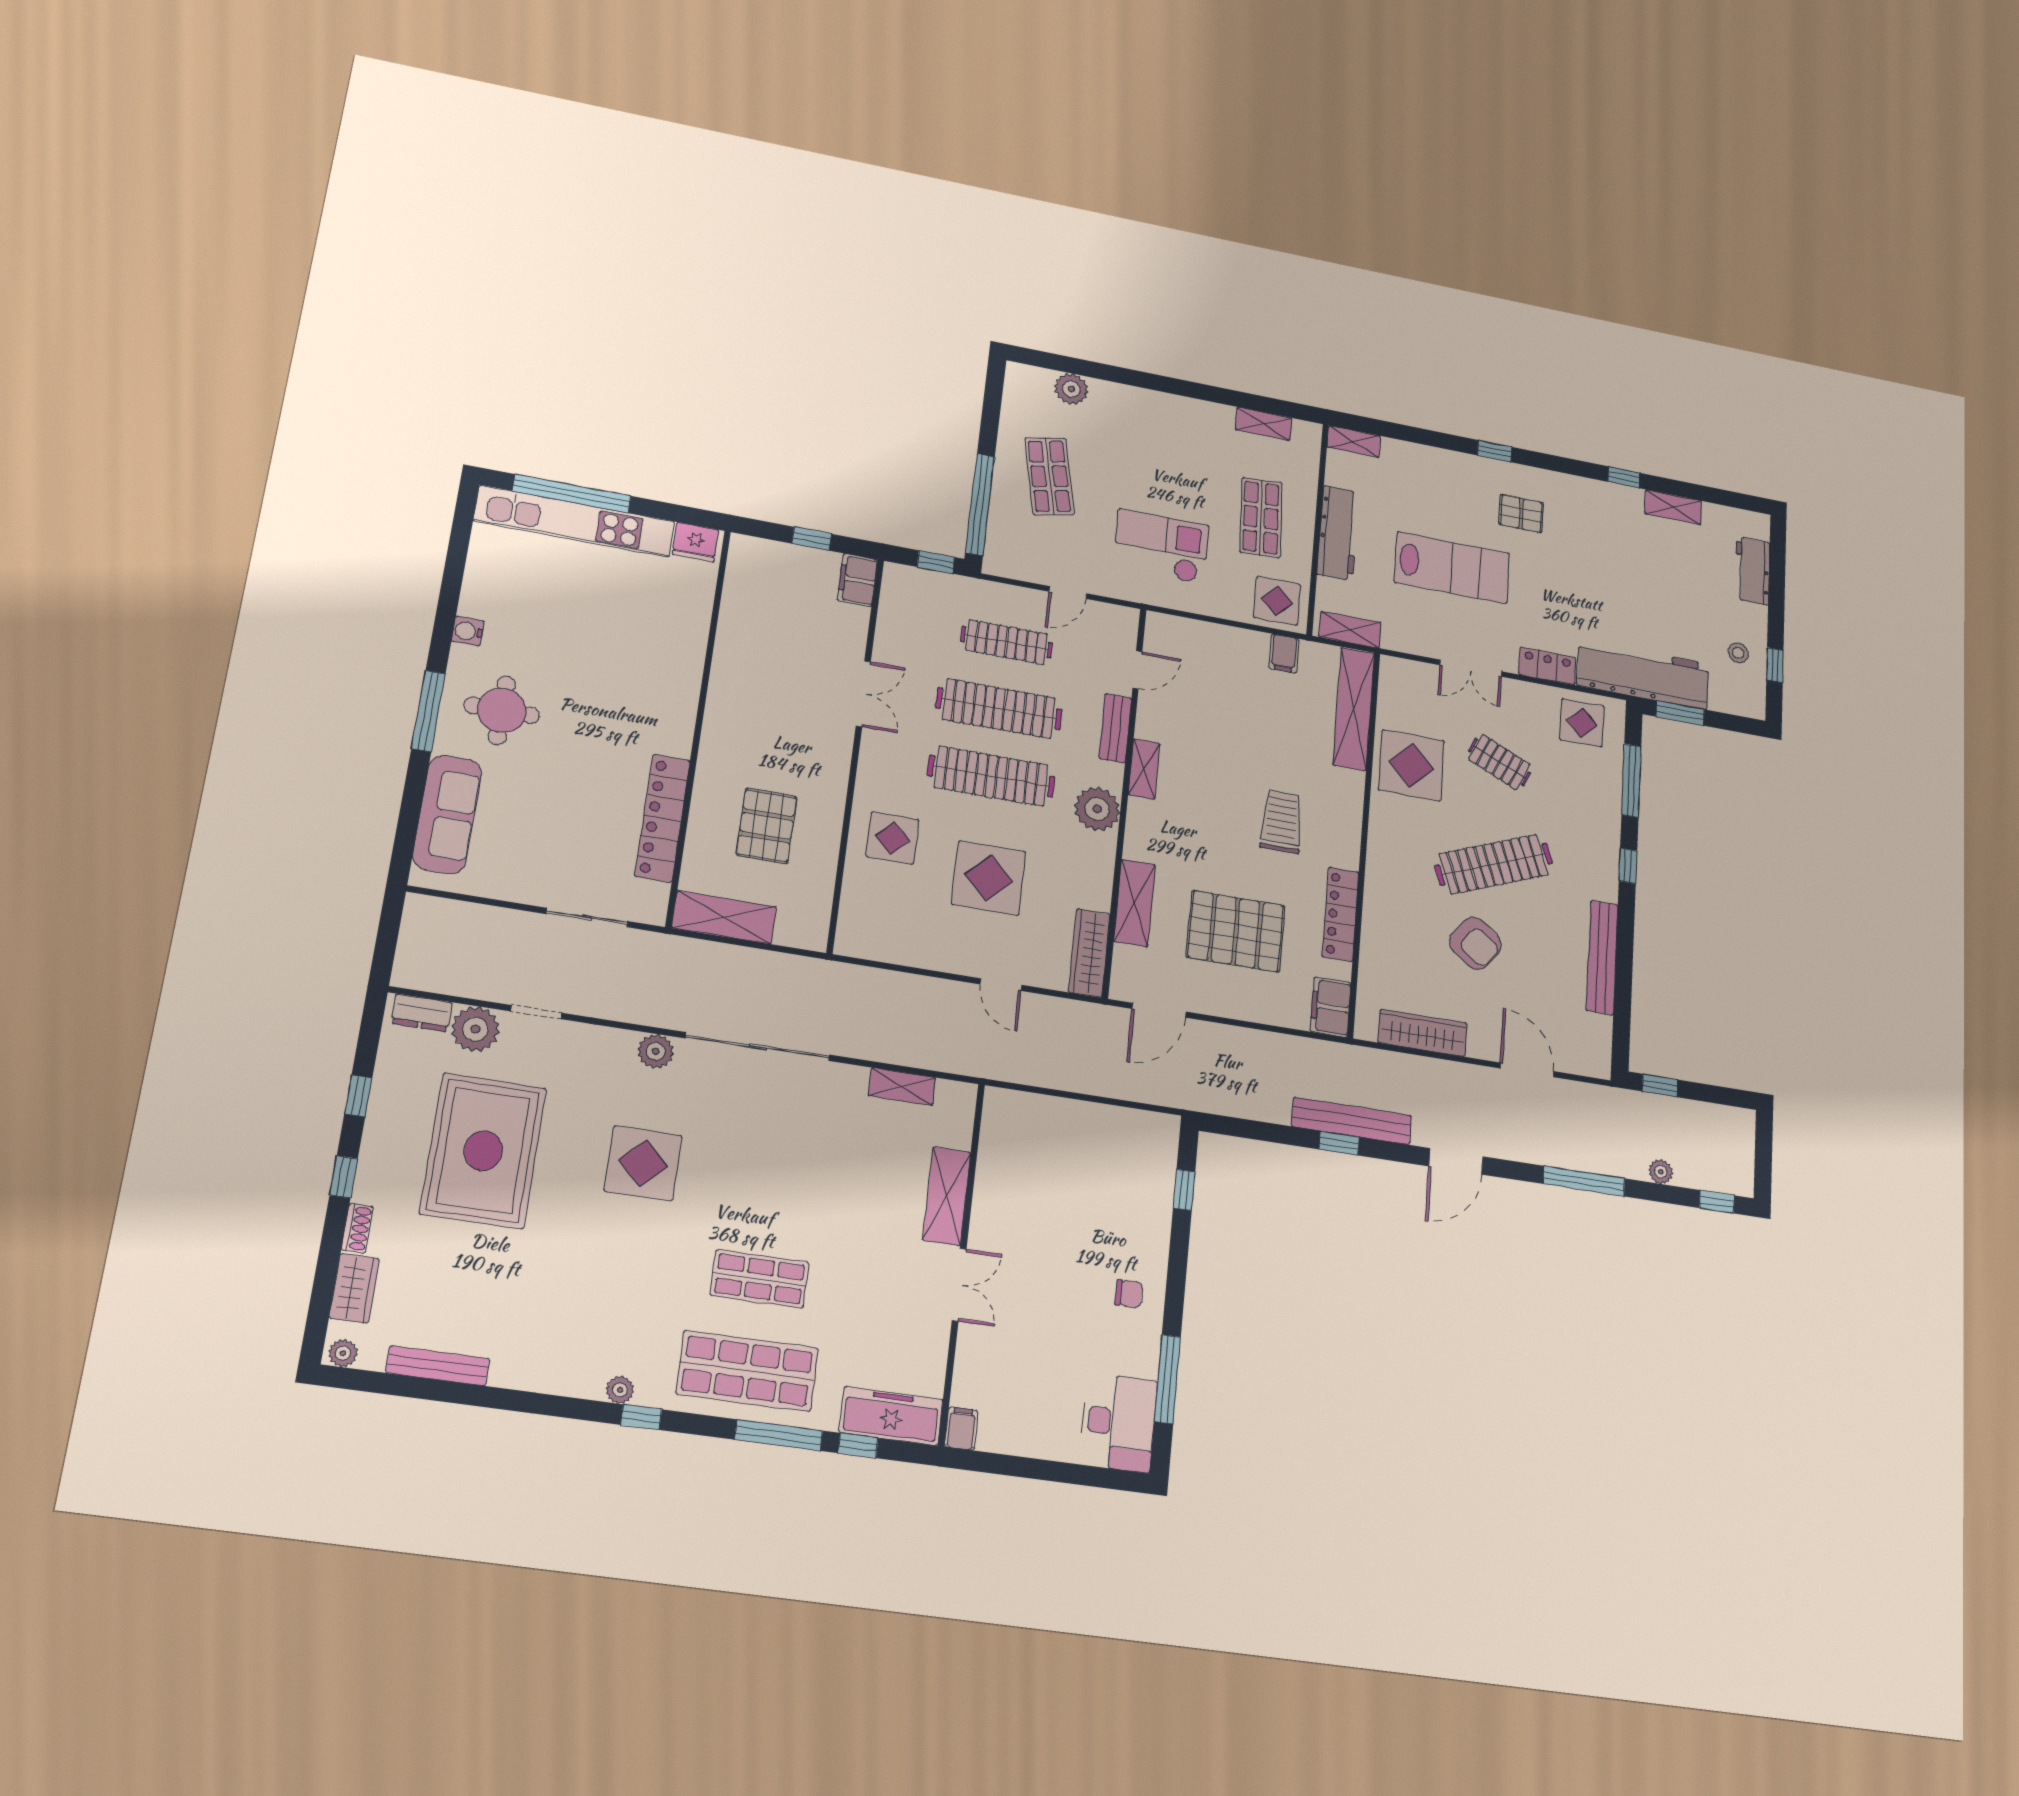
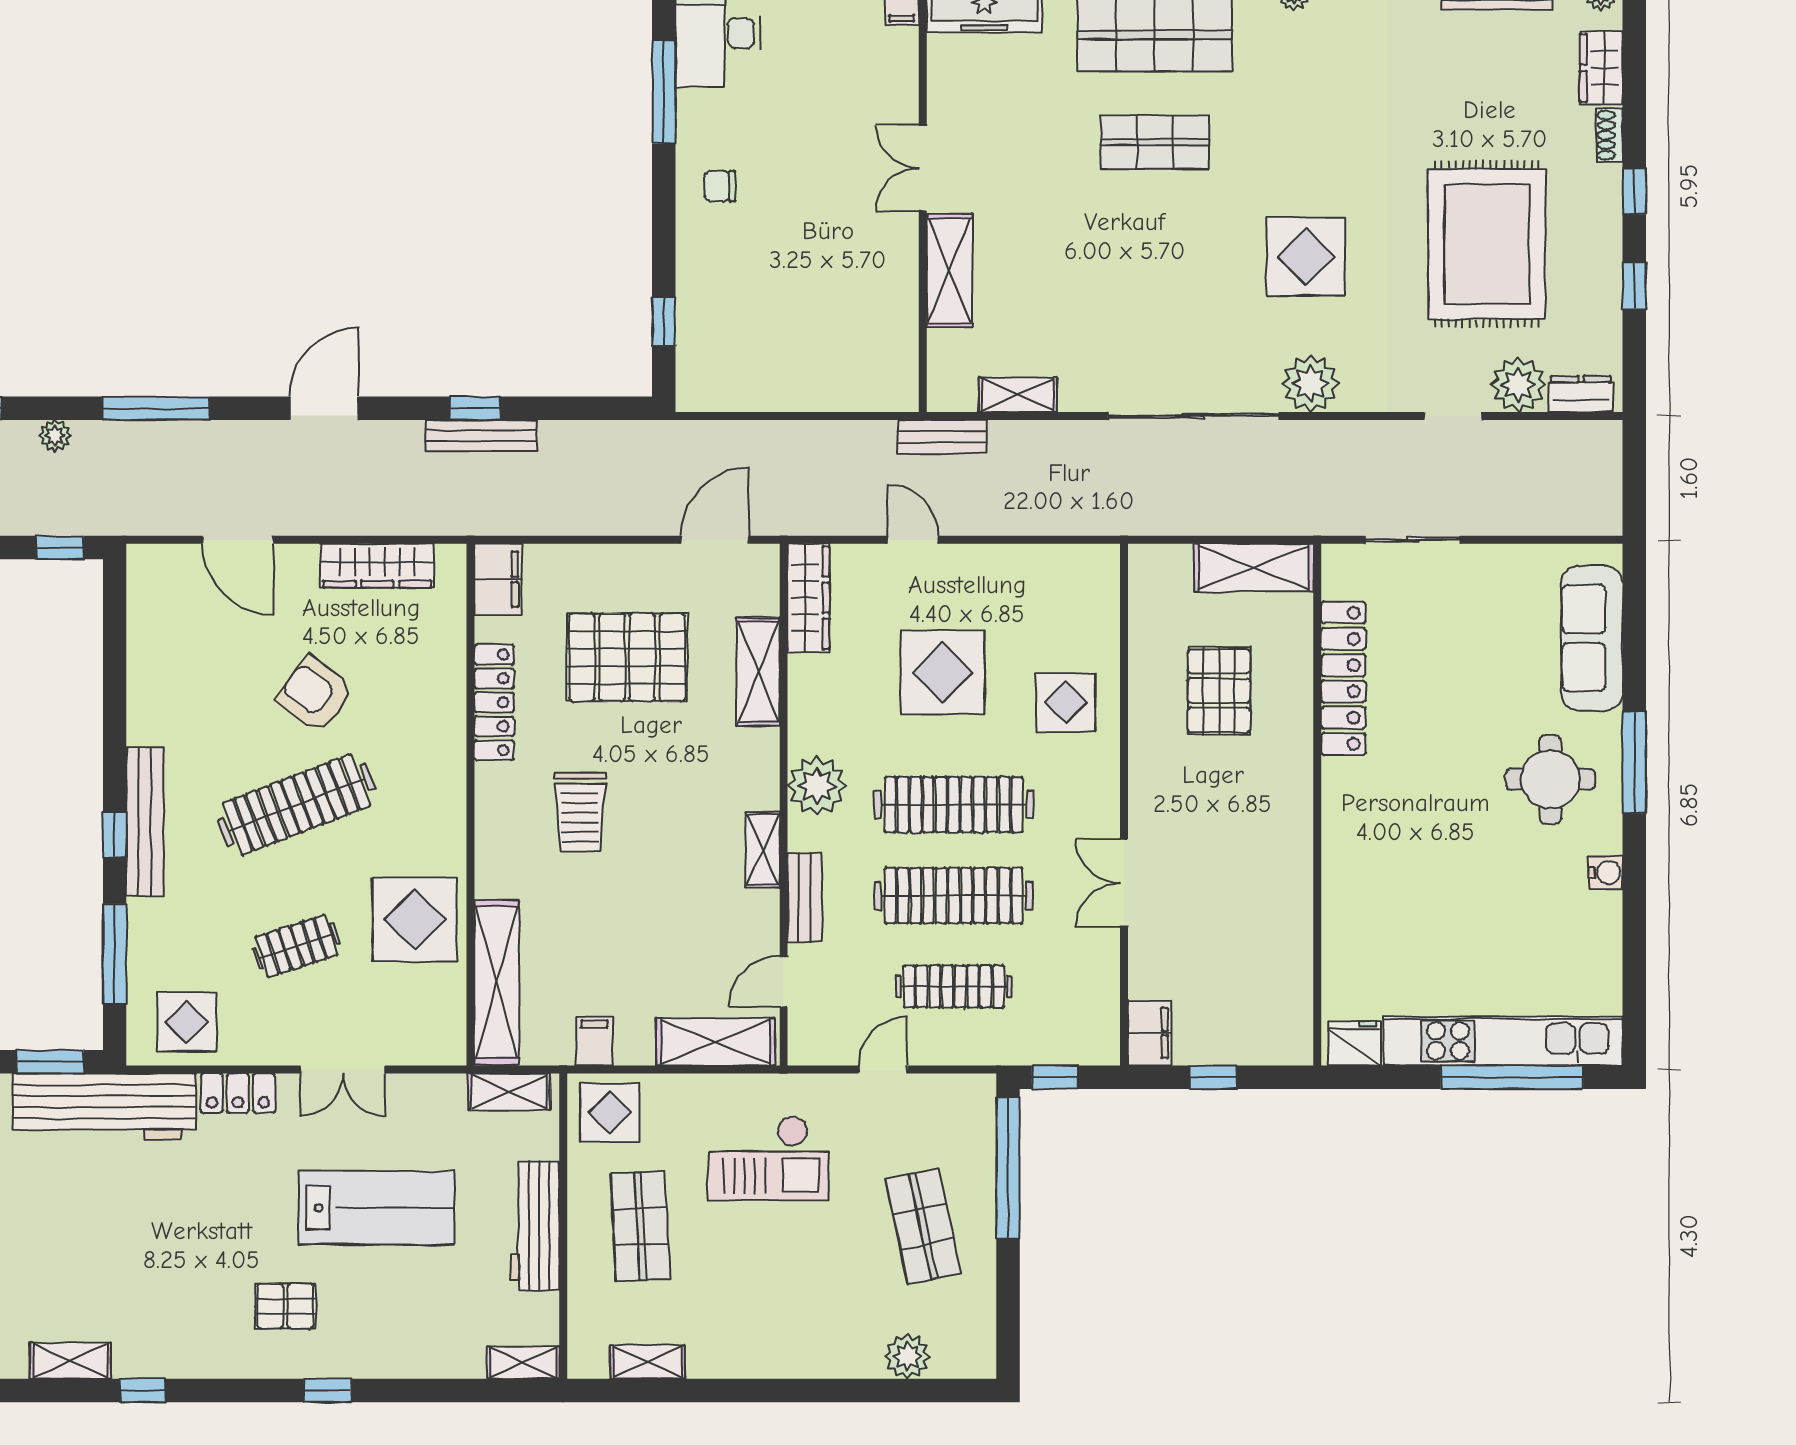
lab bench: (1452, 568) -> (376, 1208), turned 180
shelving: (1193, 636) -> (715, 1042), added
double door: (1471, 668) -> (343, 1069), swing flipped
clothes rail: (1499, 762) -> (296, 946), turned -42
bench: (1602, 957) -> (145, 822), moved
plant: (656, 1051) -> (1311, 384), width x1.36, depth x1.36
bench: (968, 1062) -> (942, 437), added
bench: (1352, 1121) -> (481, 435), width x0.73, depth x0.82

